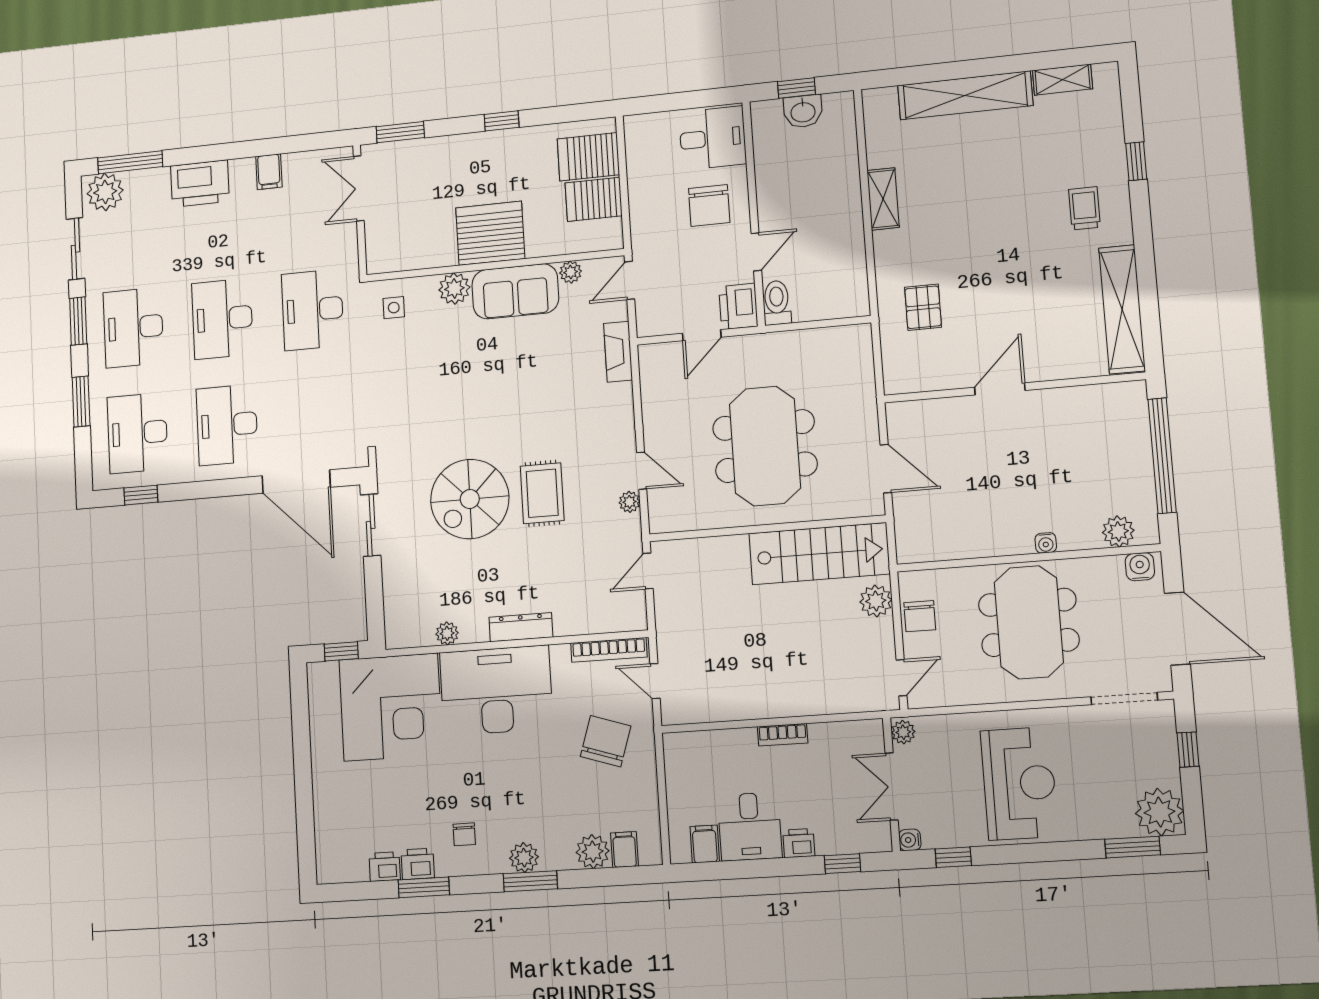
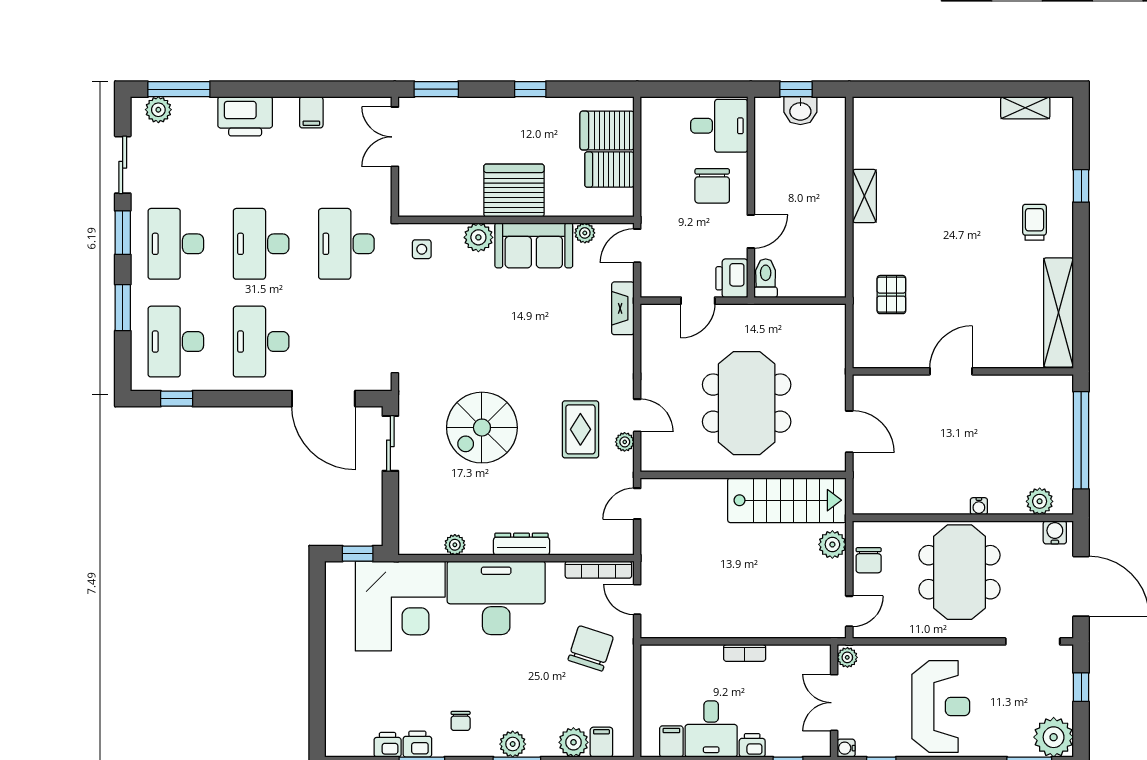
shelving: (965, 95) -> (942, 112), removed
plant: (105, 192) -> (158, 110), width x0.73, depth x0.73
rug: (542, 493) -> (580, 429), moved

